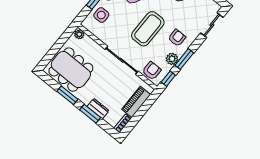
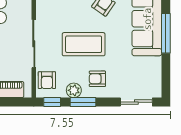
armchair: (177, 38) -> (97, 79), turned 180
armchair: (152, 71) -> (47, 80), turned 90

